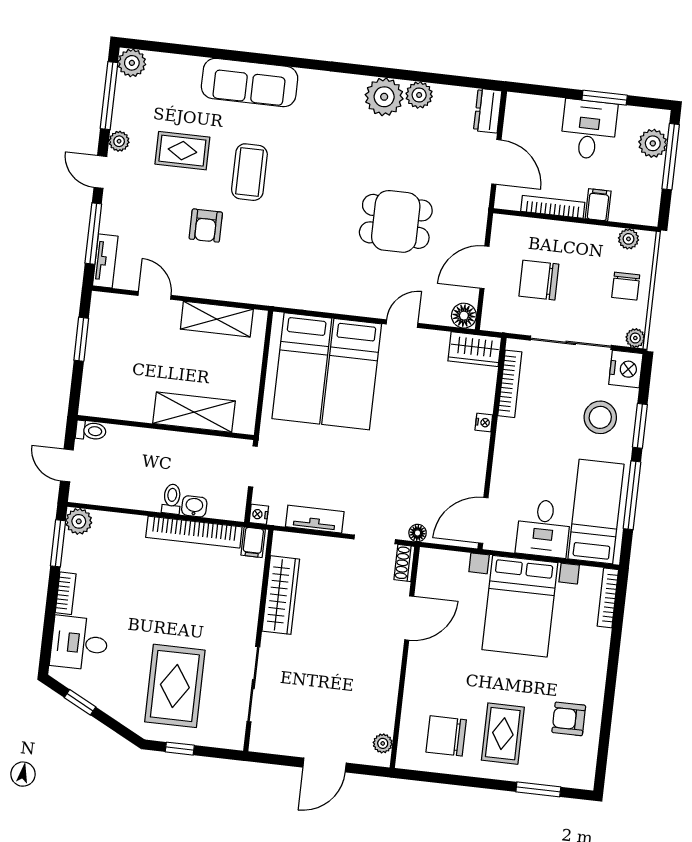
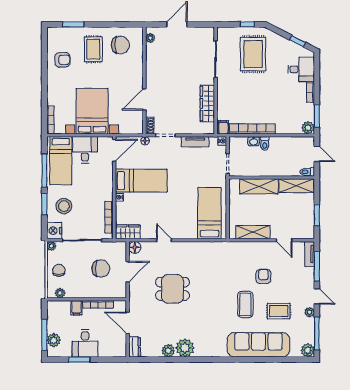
sofa: (250, 83) -> (258, 345), width x1.36, depth x1.27
door: (402, 324) -> (164, 240), swing flipped
bed: (352, 374) -> (141, 181), moved, turned 90
shelving: (116, 405) -> (296, 186), added

